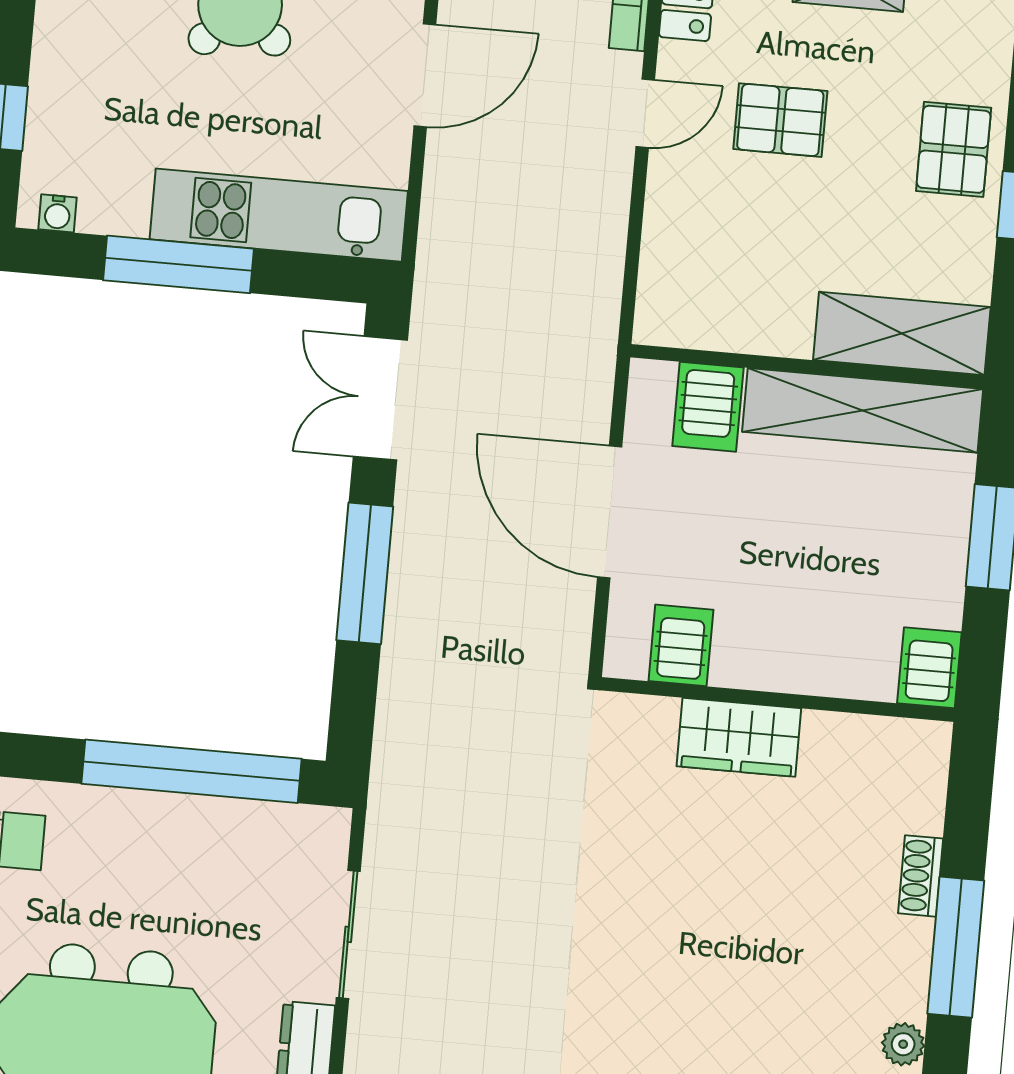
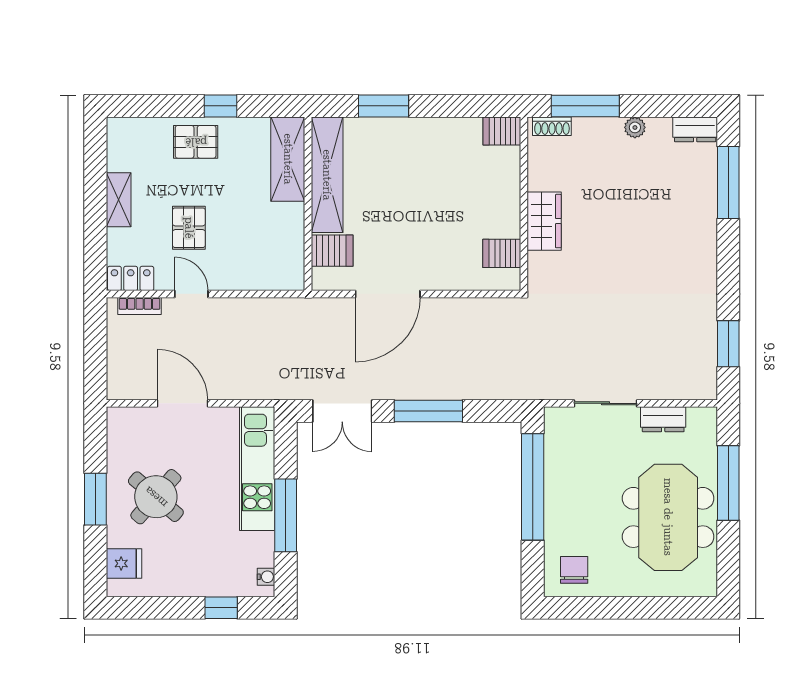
server rack: (681, 645) -> (502, 253), moved
server rack: (929, 668) -> (502, 131), moved
wall: (778, 699) -> (524, 204), moved
wardrobe: (739, 737) -> (544, 221), moved

